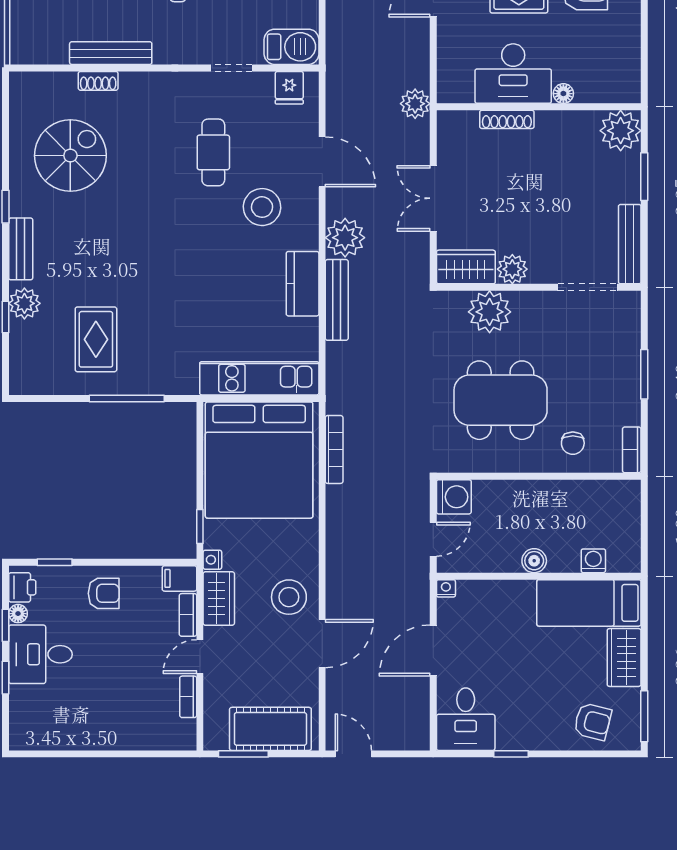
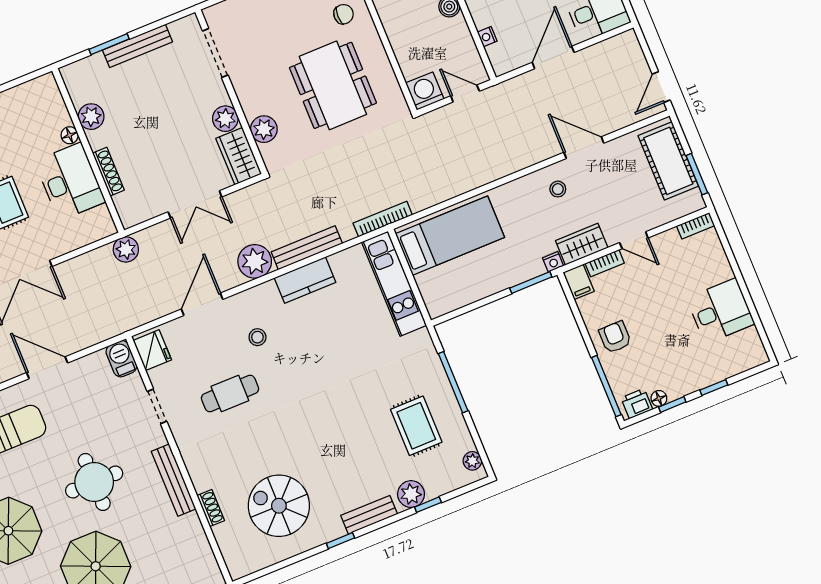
barbecue: (291, 47) -> (121, 359), width x0.73, depth x0.79
bench: (111, 53) -> (174, 480), moved
fridge: (289, 88) -> (152, 350), width x1.38
plant: (621, 131) -> (91, 117), moved, width x0.73, depth x0.73
stool: (262, 207) -> (257, 337), width x0.53, depth x0.53
bench: (630, 244) -> (138, 46), moved
plant: (490, 312) -> (264, 129), width x0.73, depth x0.73
rug: (96, 339) -> (416, 426), turned 90
plant: (33, 384) -> (472, 461), added
bookcase: (334, 449) -> (383, 219), moved
bed: (259, 460) -> (450, 236), width x0.49
window: (200, 527) -> (531, 283), width x1.50
window: (55, 562) -> (606, 386), width x2.17
nightstand: (446, 588) -> (487, 37), moved
stool: (289, 597) -> (558, 189), width x0.53, depth x0.53
door: (433, 650) -> (553, 57), swing flipped
desk: (40, 654) -> (721, 311), moved, turned -90
bookcase: (188, 697) -> (696, 226), moved

